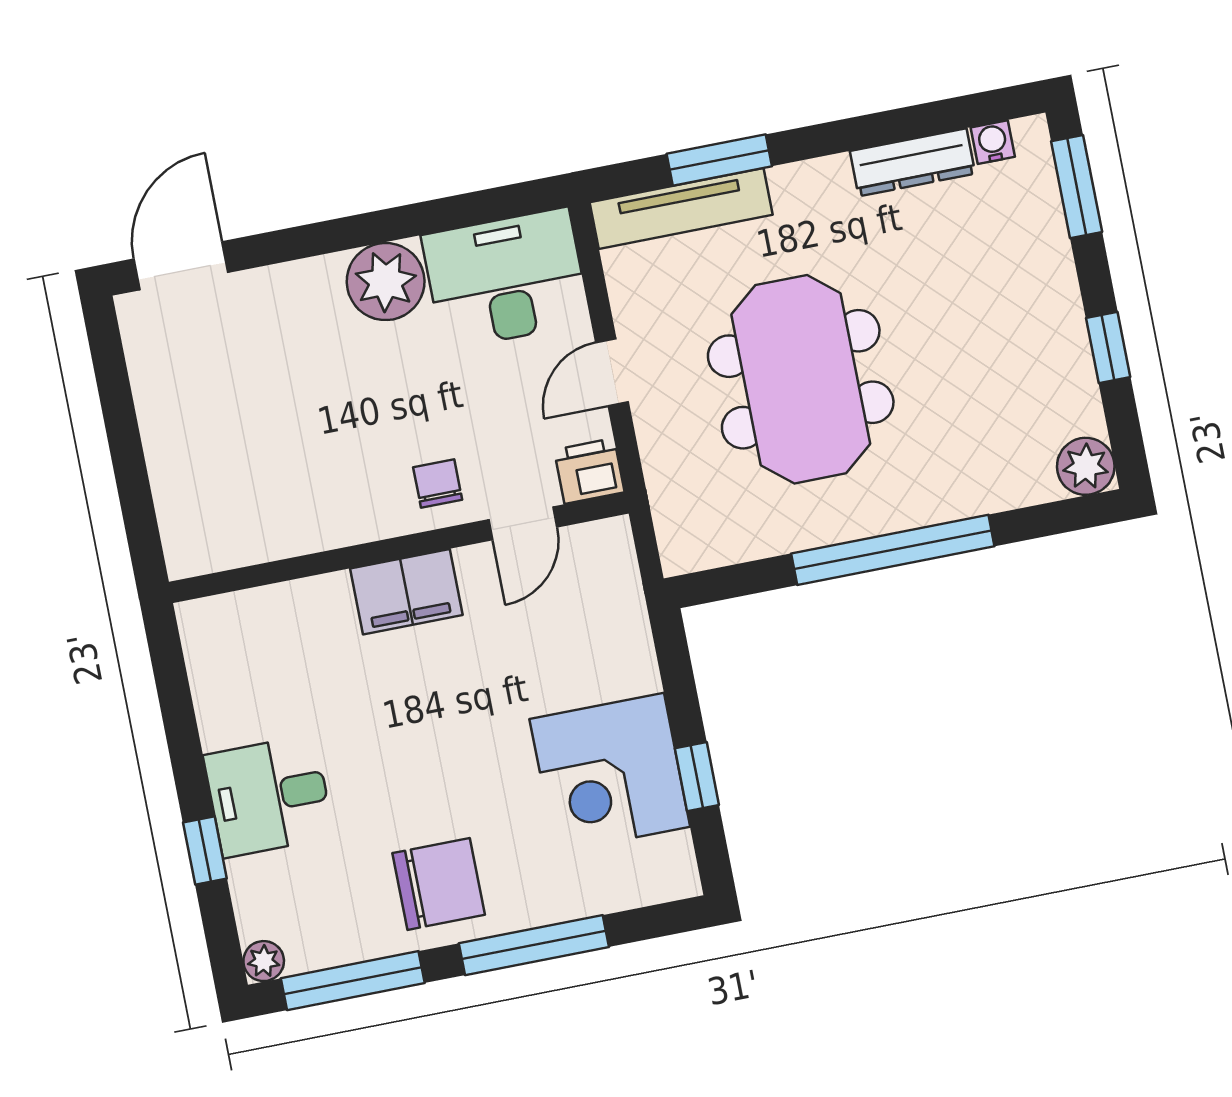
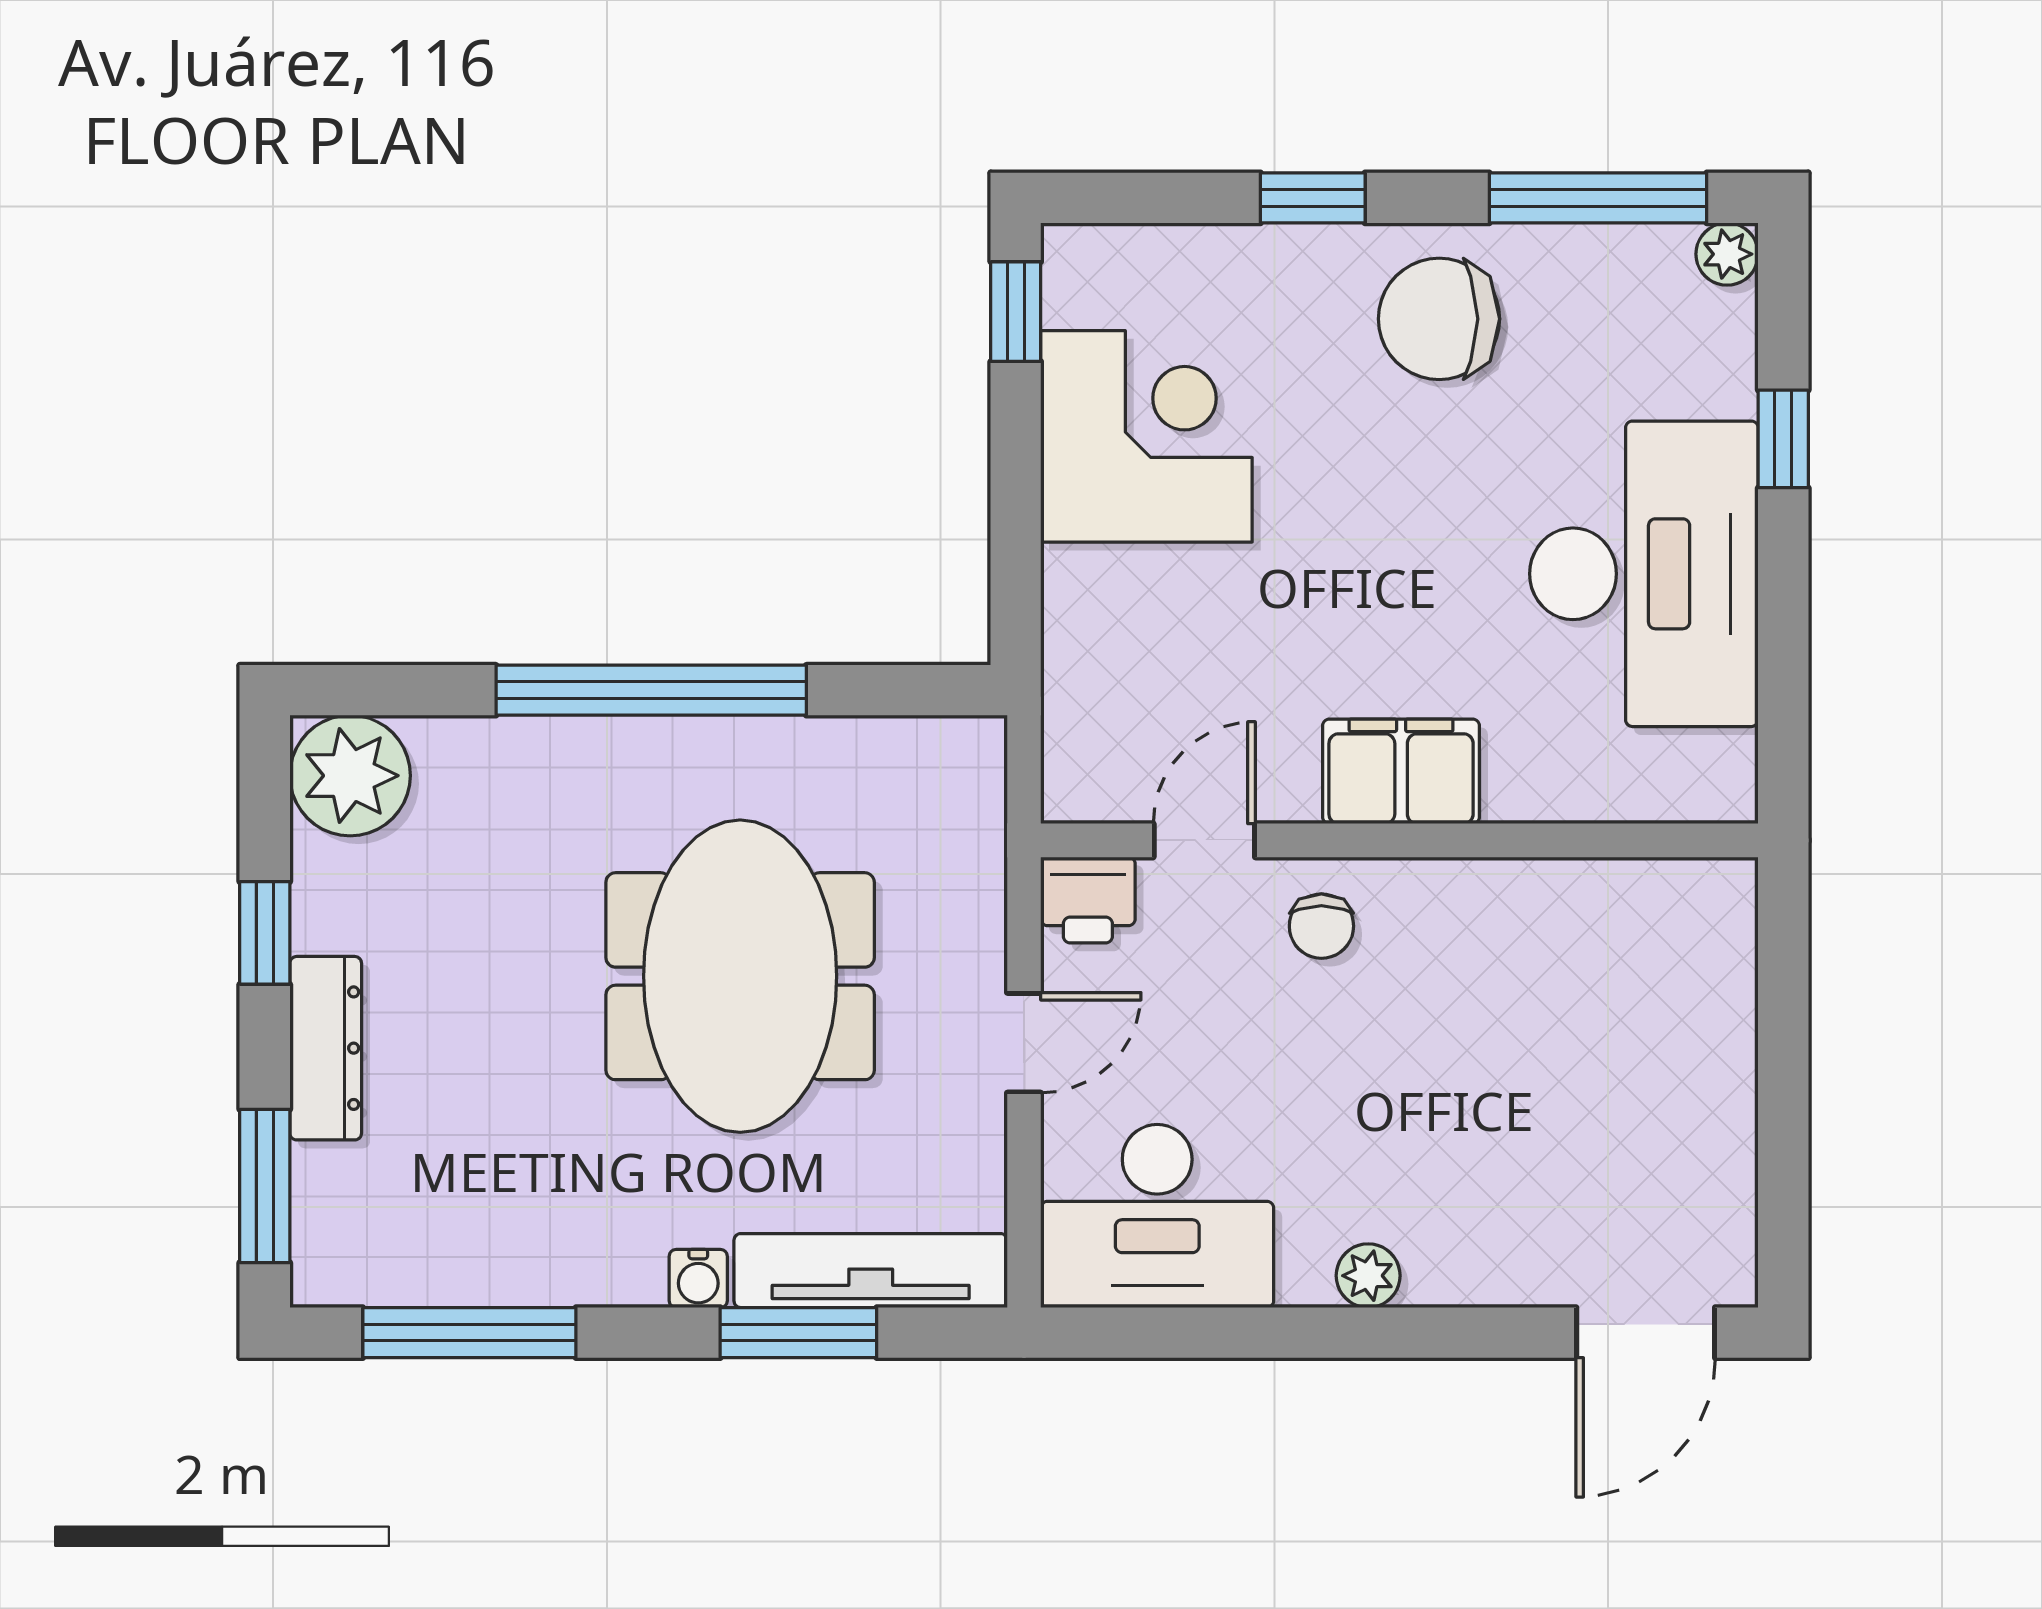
window: (928, 119) -> (469, 1333), added
water cooler: (993, 142) -> (698, 1279), moved
dresser: (913, 162) -> (326, 1048), moved, turned 90
plant: (386, 282) -> (1368, 1276), width x0.53, depth x0.53
plant: (1086, 466) -> (350, 776), width x1.36, depth x1.36
window: (697, 777) -> (1016, 312), moved
desk: (269, 796) -> (1644, 574), width x1.87, depth x1.30
window: (534, 945) -> (1313, 198), width x0.46

